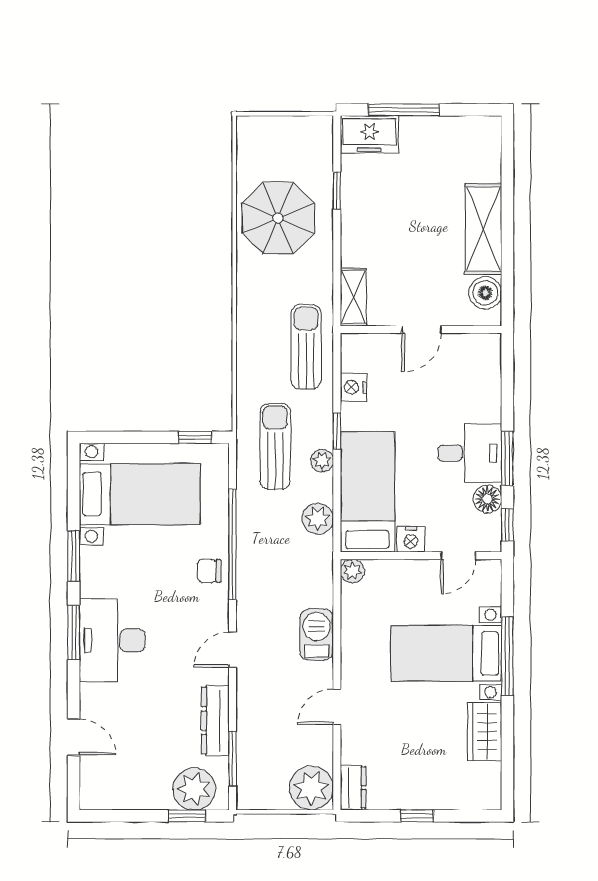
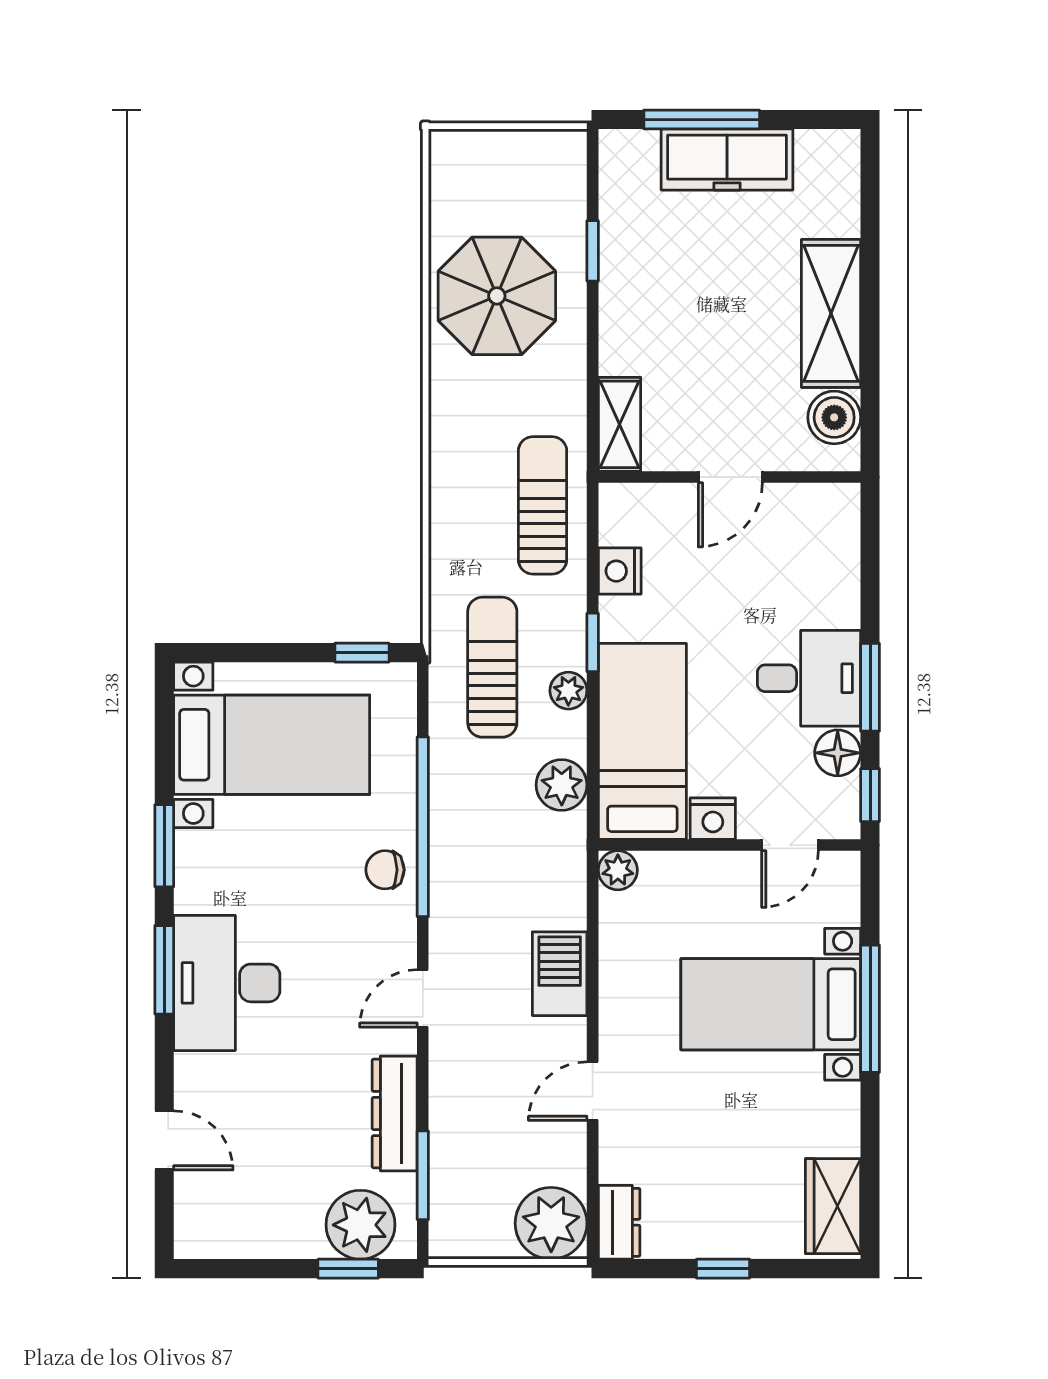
freezer: (369, 134) -> (727, 160), moved, width x1.40
wardrobe: (485, 732) -> (833, 1206), moved

